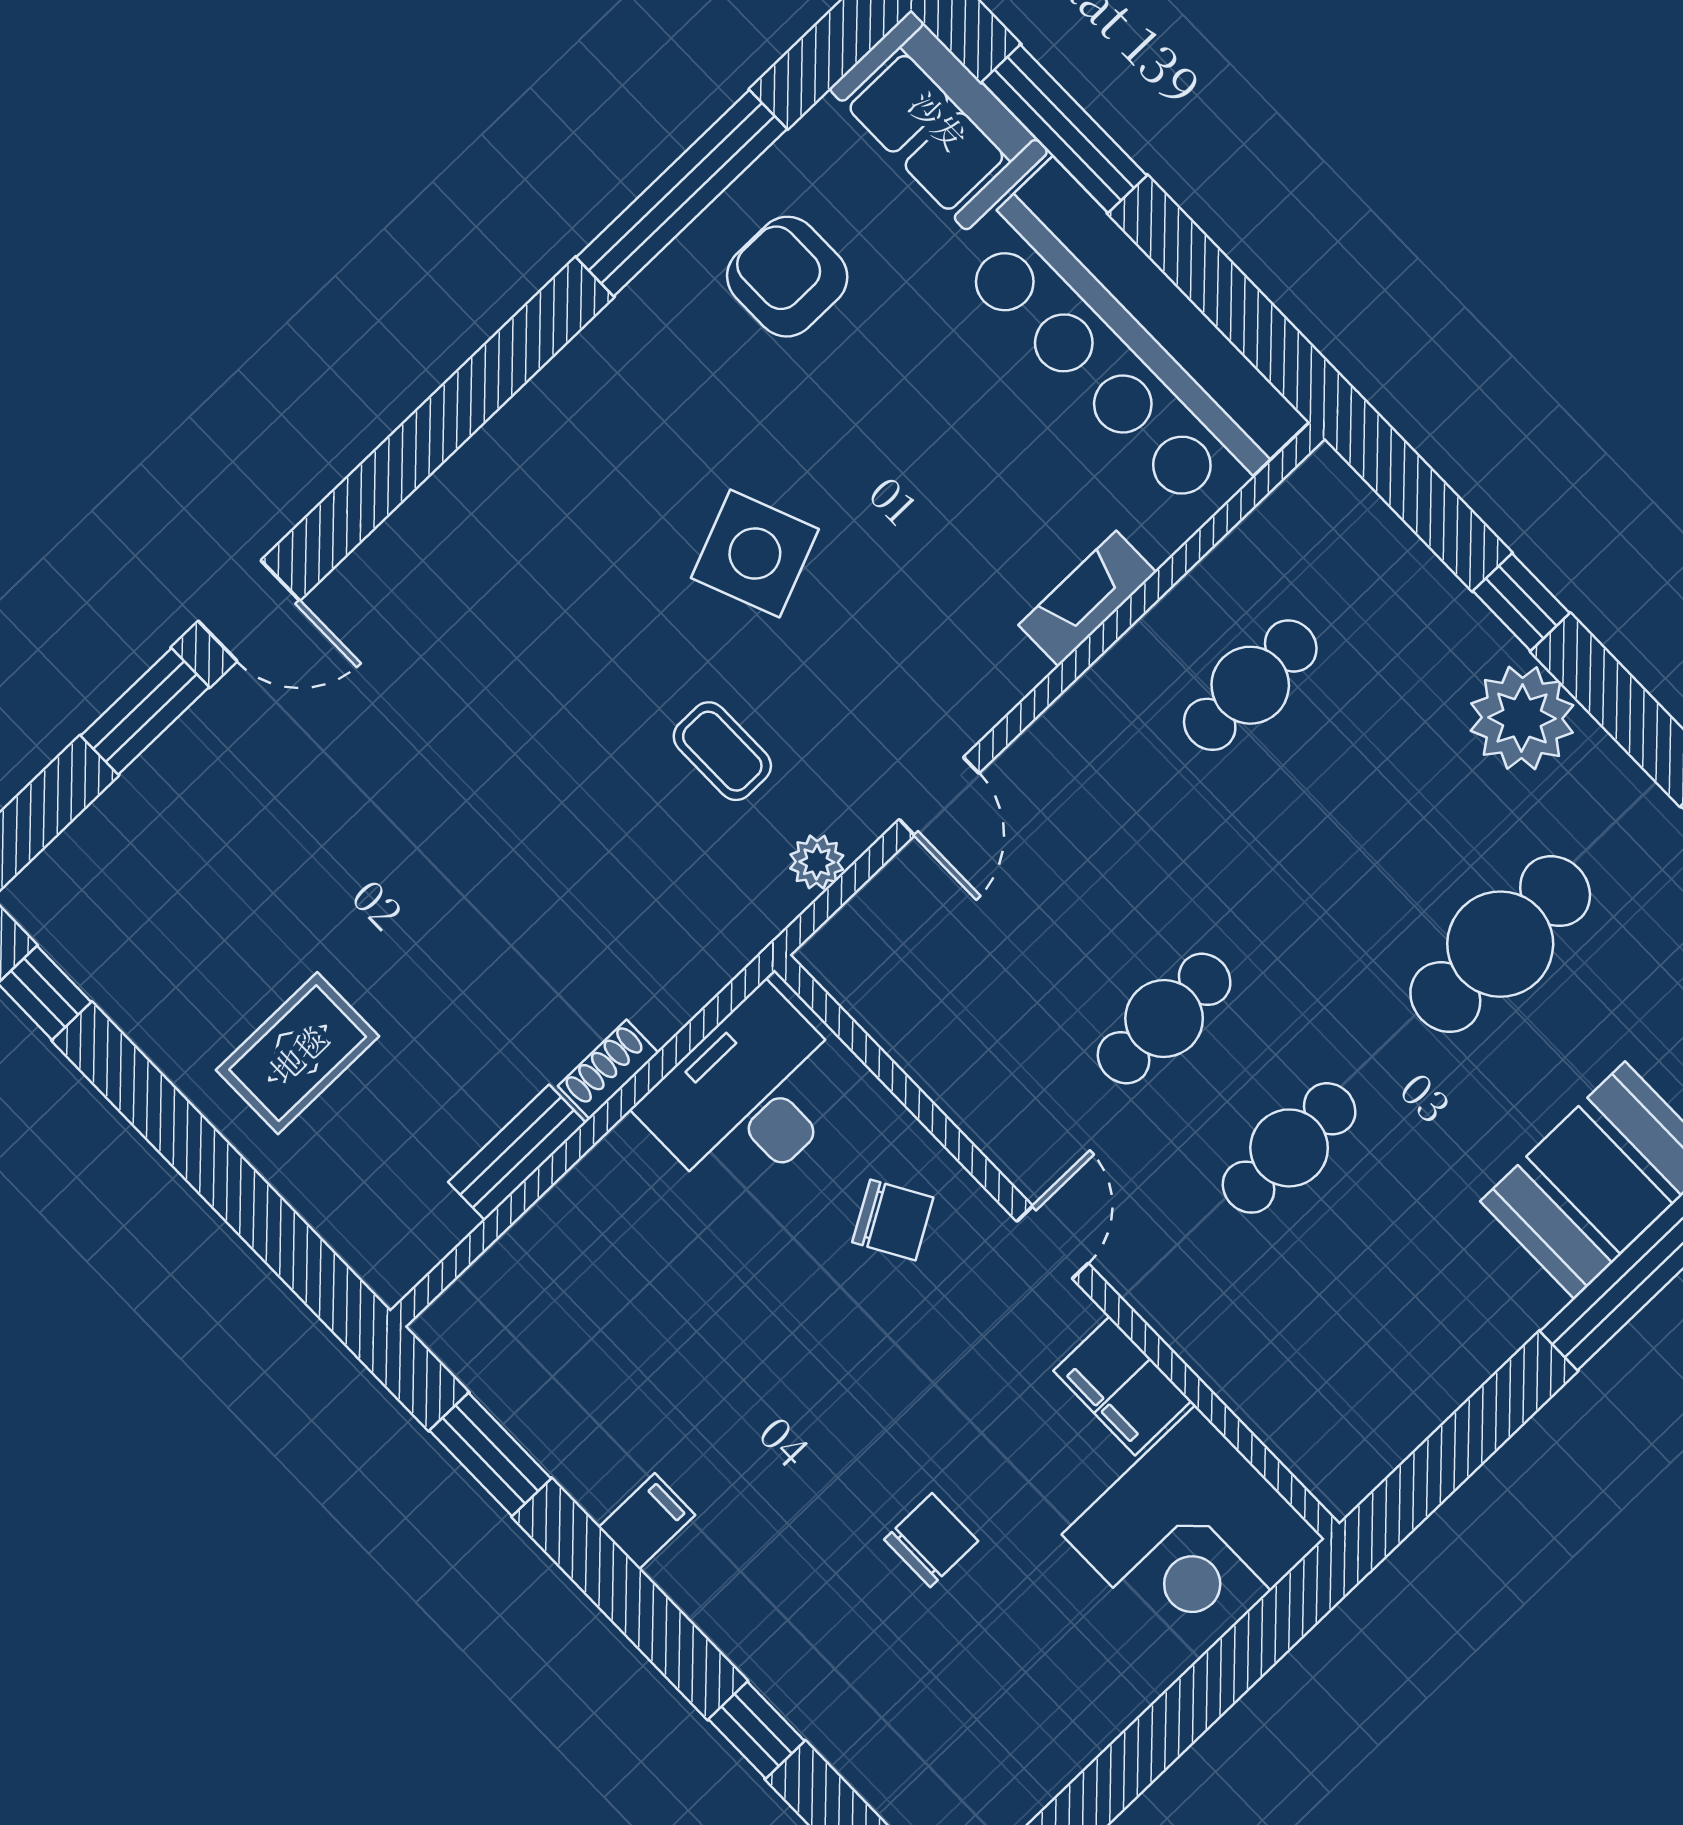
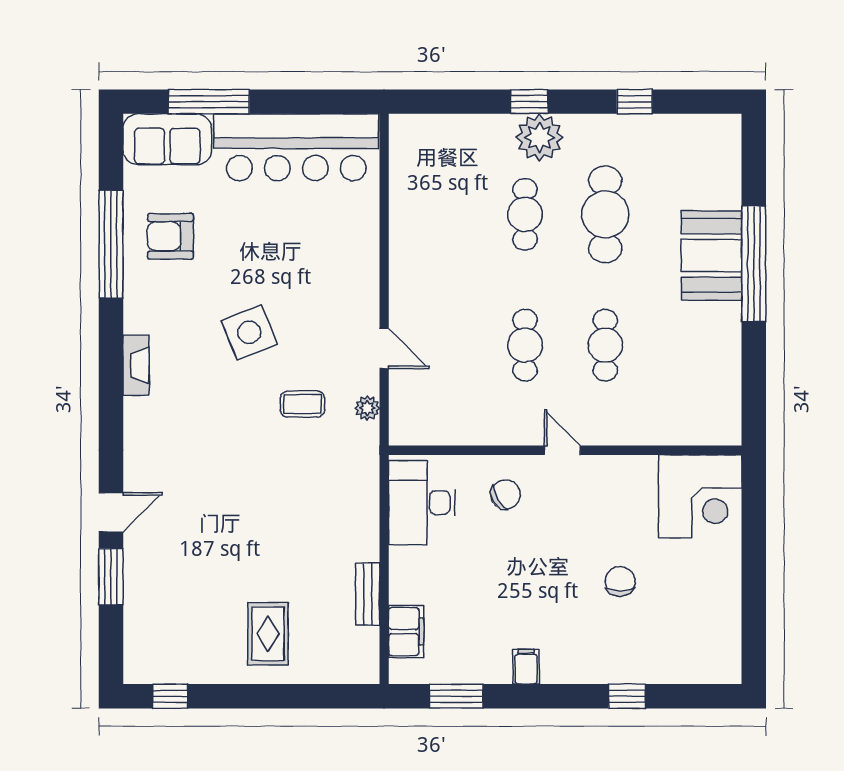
fireplace: (1087, 598) -> (136, 365), moved, turned 180
window: (1521, 602) -> (529, 102), moved
cafe table: (1250, 685) -> (525, 214), moved
shoe rack: (608, 1069) -> (369, 539), removed
filing cabinet: (1122, 1386) -> (406, 632), moved, turned -90

